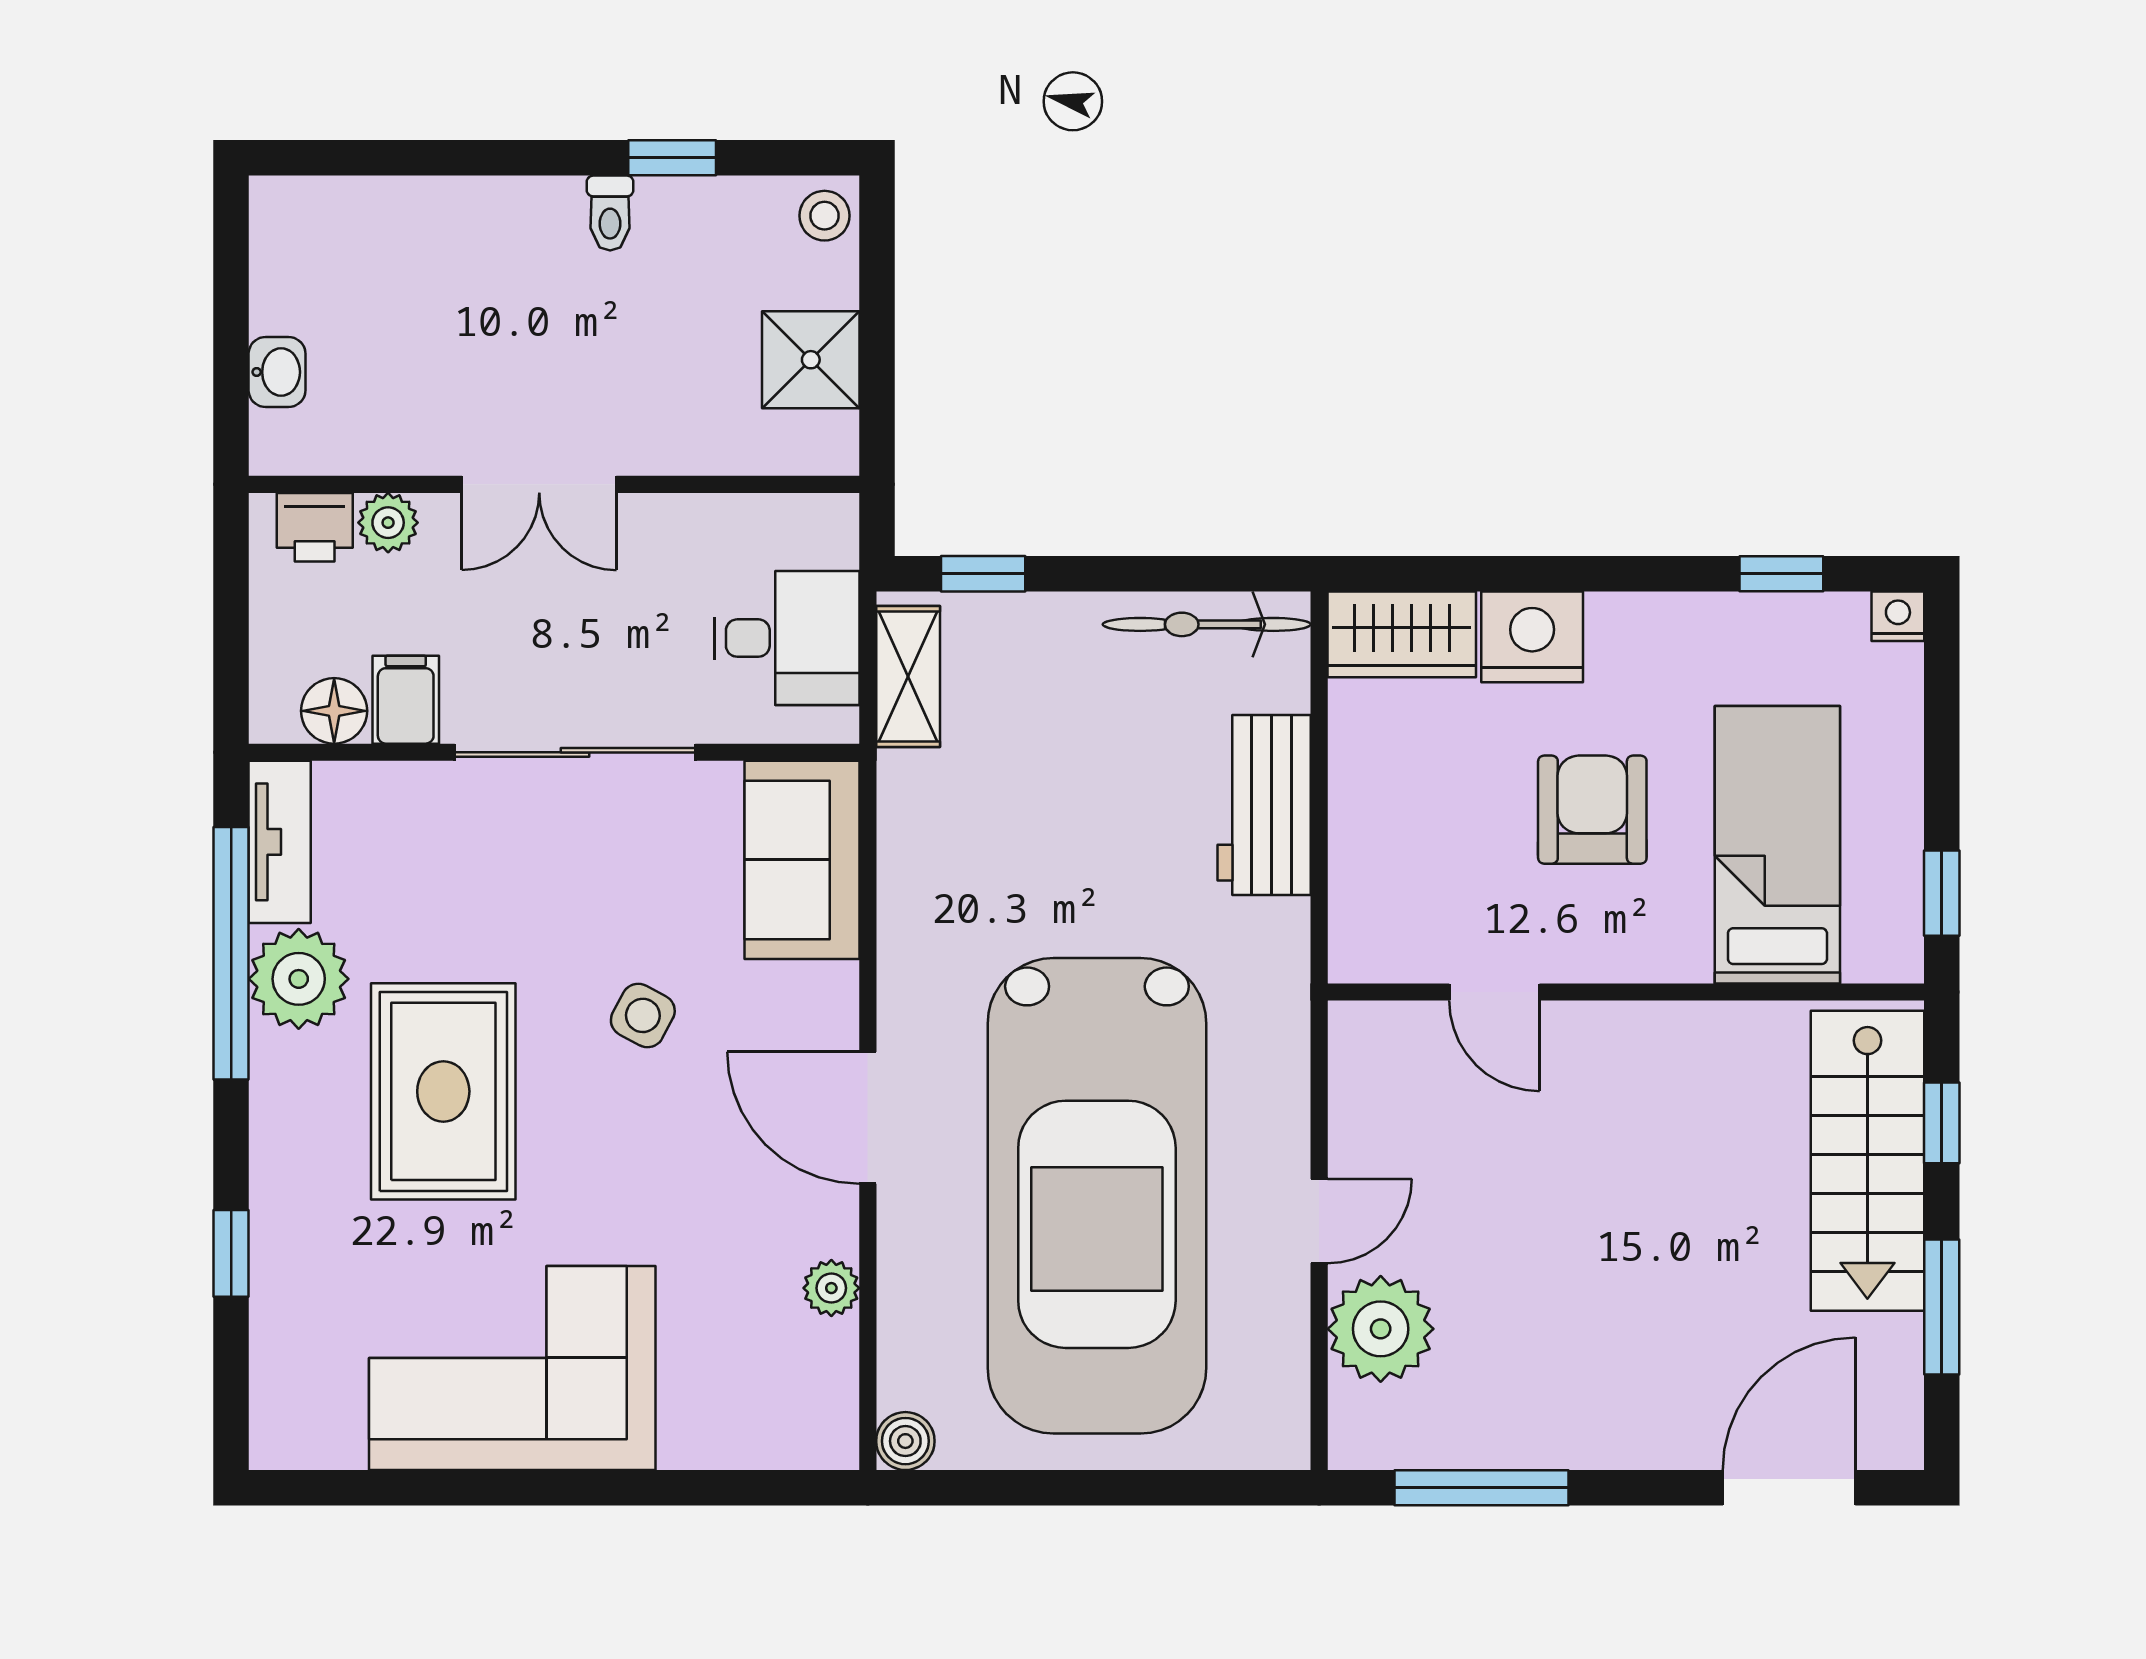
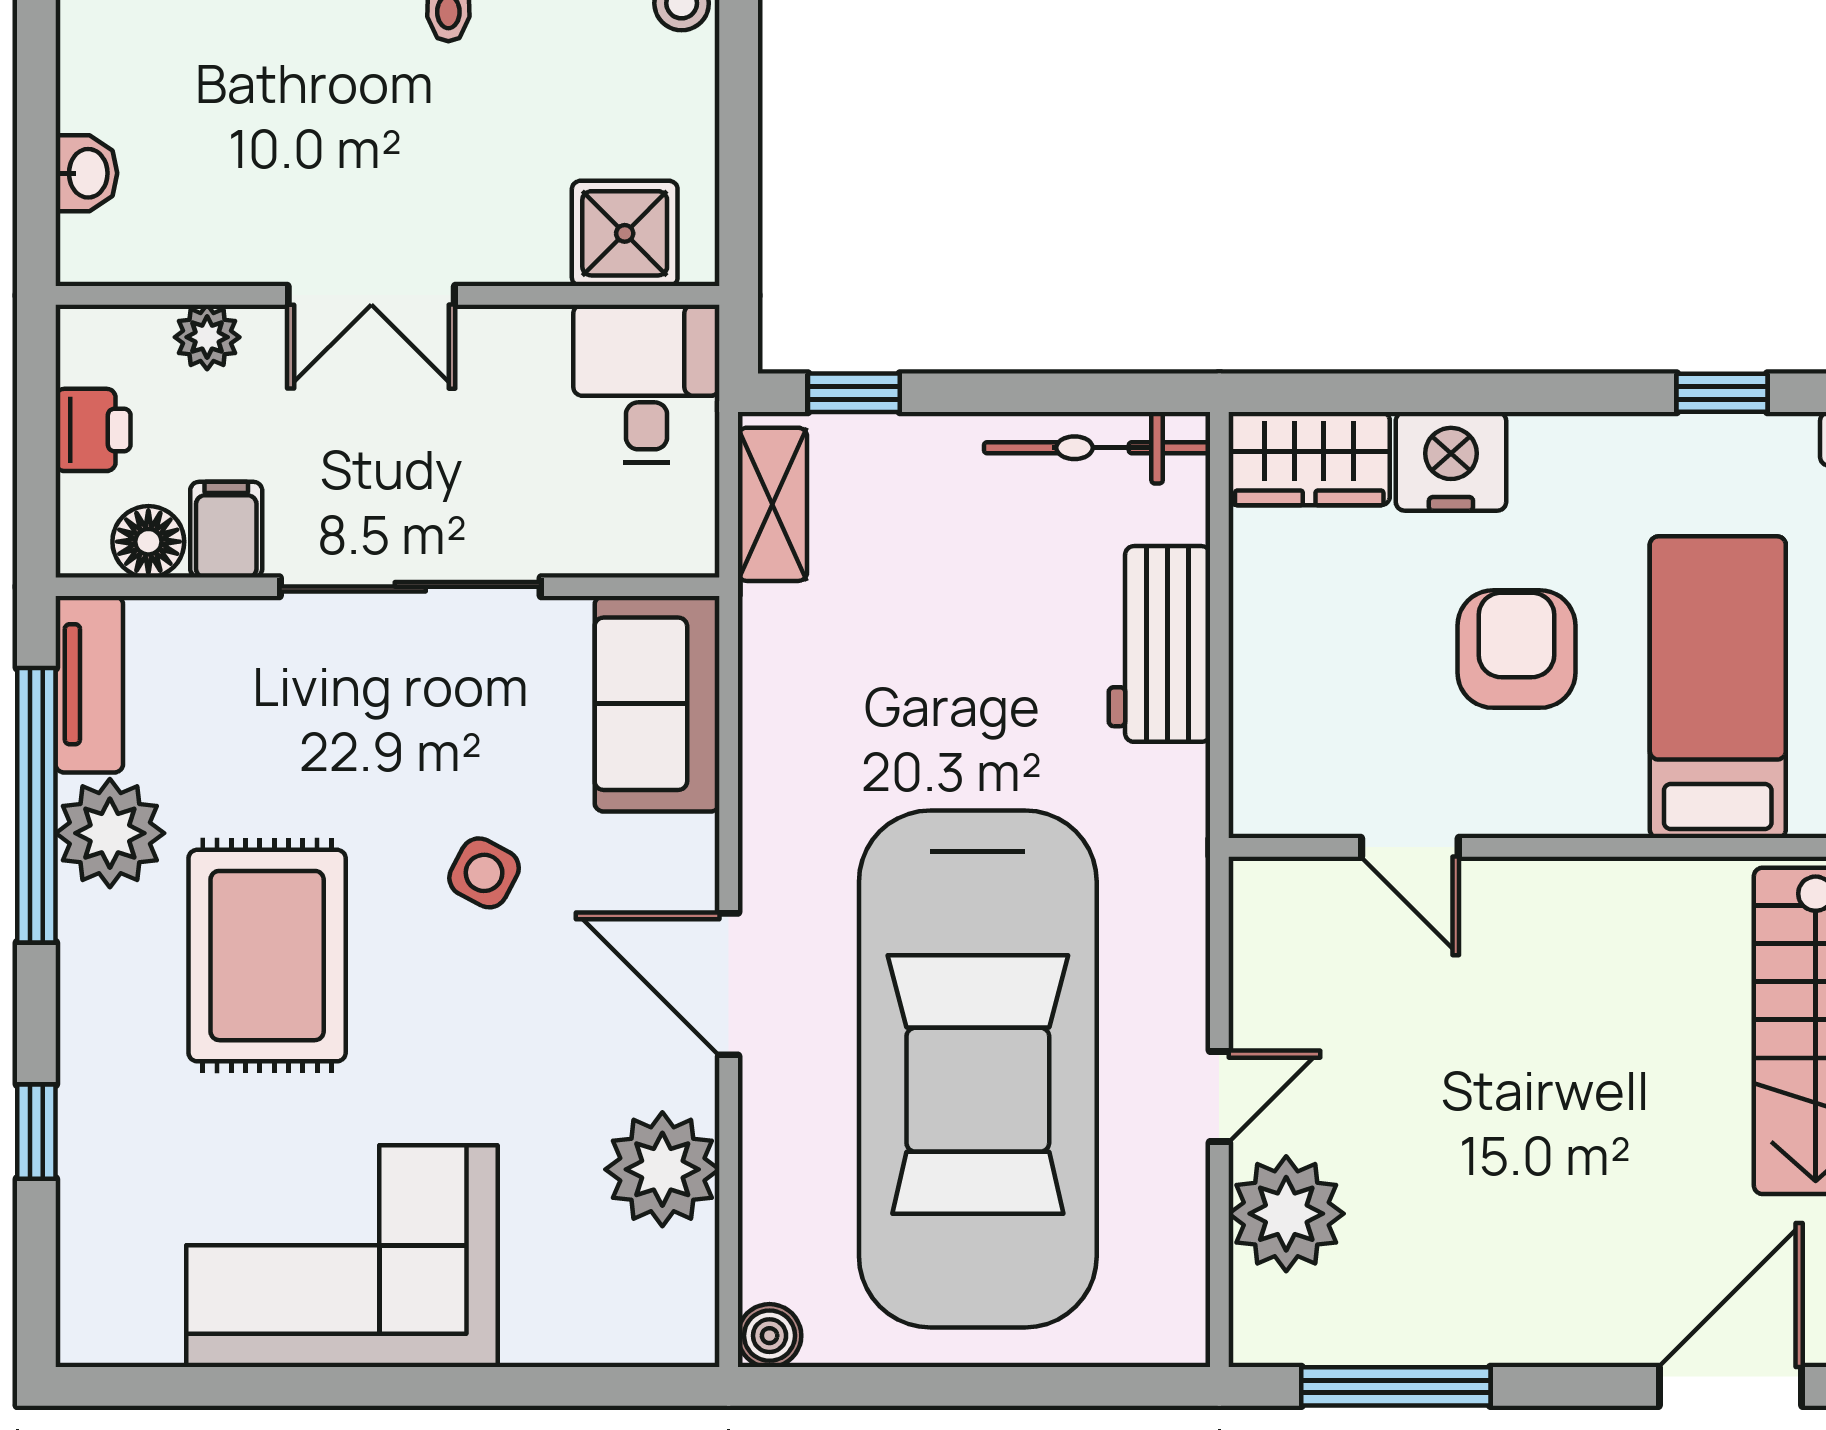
shower: (811, 360) -> (625, 233), moved
printer: (315, 527) -> (93, 430), moved, turned -90
desk: (787, 638) -> (646, 383), moved, turned -90
plant: (831, 1288) -> (662, 1169), width x1.88, depth x1.88

